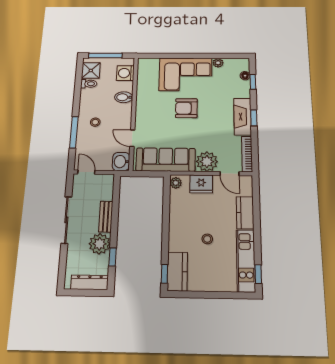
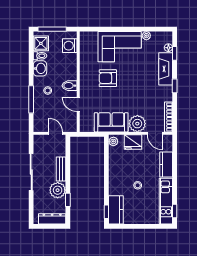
bidet: (124, 97) -> (70, 86), moved
armchair: (186, 108) -> (108, 78), moved
fireplace: (243, 117) -> (166, 69), moved
sofa: (166, 160) -> (111, 122), width x0.73
washbasin: (121, 162) -> (40, 68), moved, turned 180
door: (86, 172) -> (56, 133), moved

